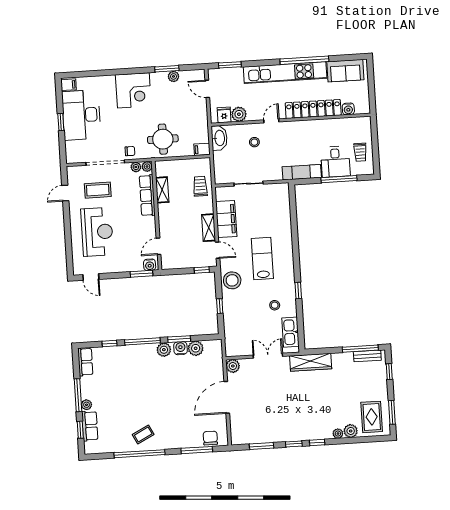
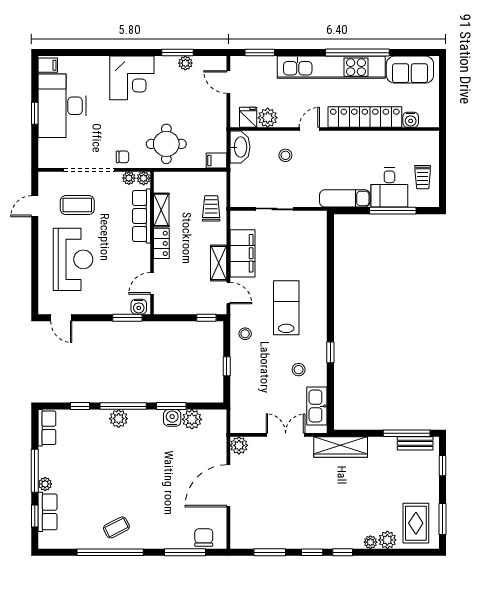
locker: (164, 215) -> (161, 243), added
stool: (232, 280) -> (245, 334), width x0.53, depth x0.53
plant: (164, 350) -> (119, 419), moved

